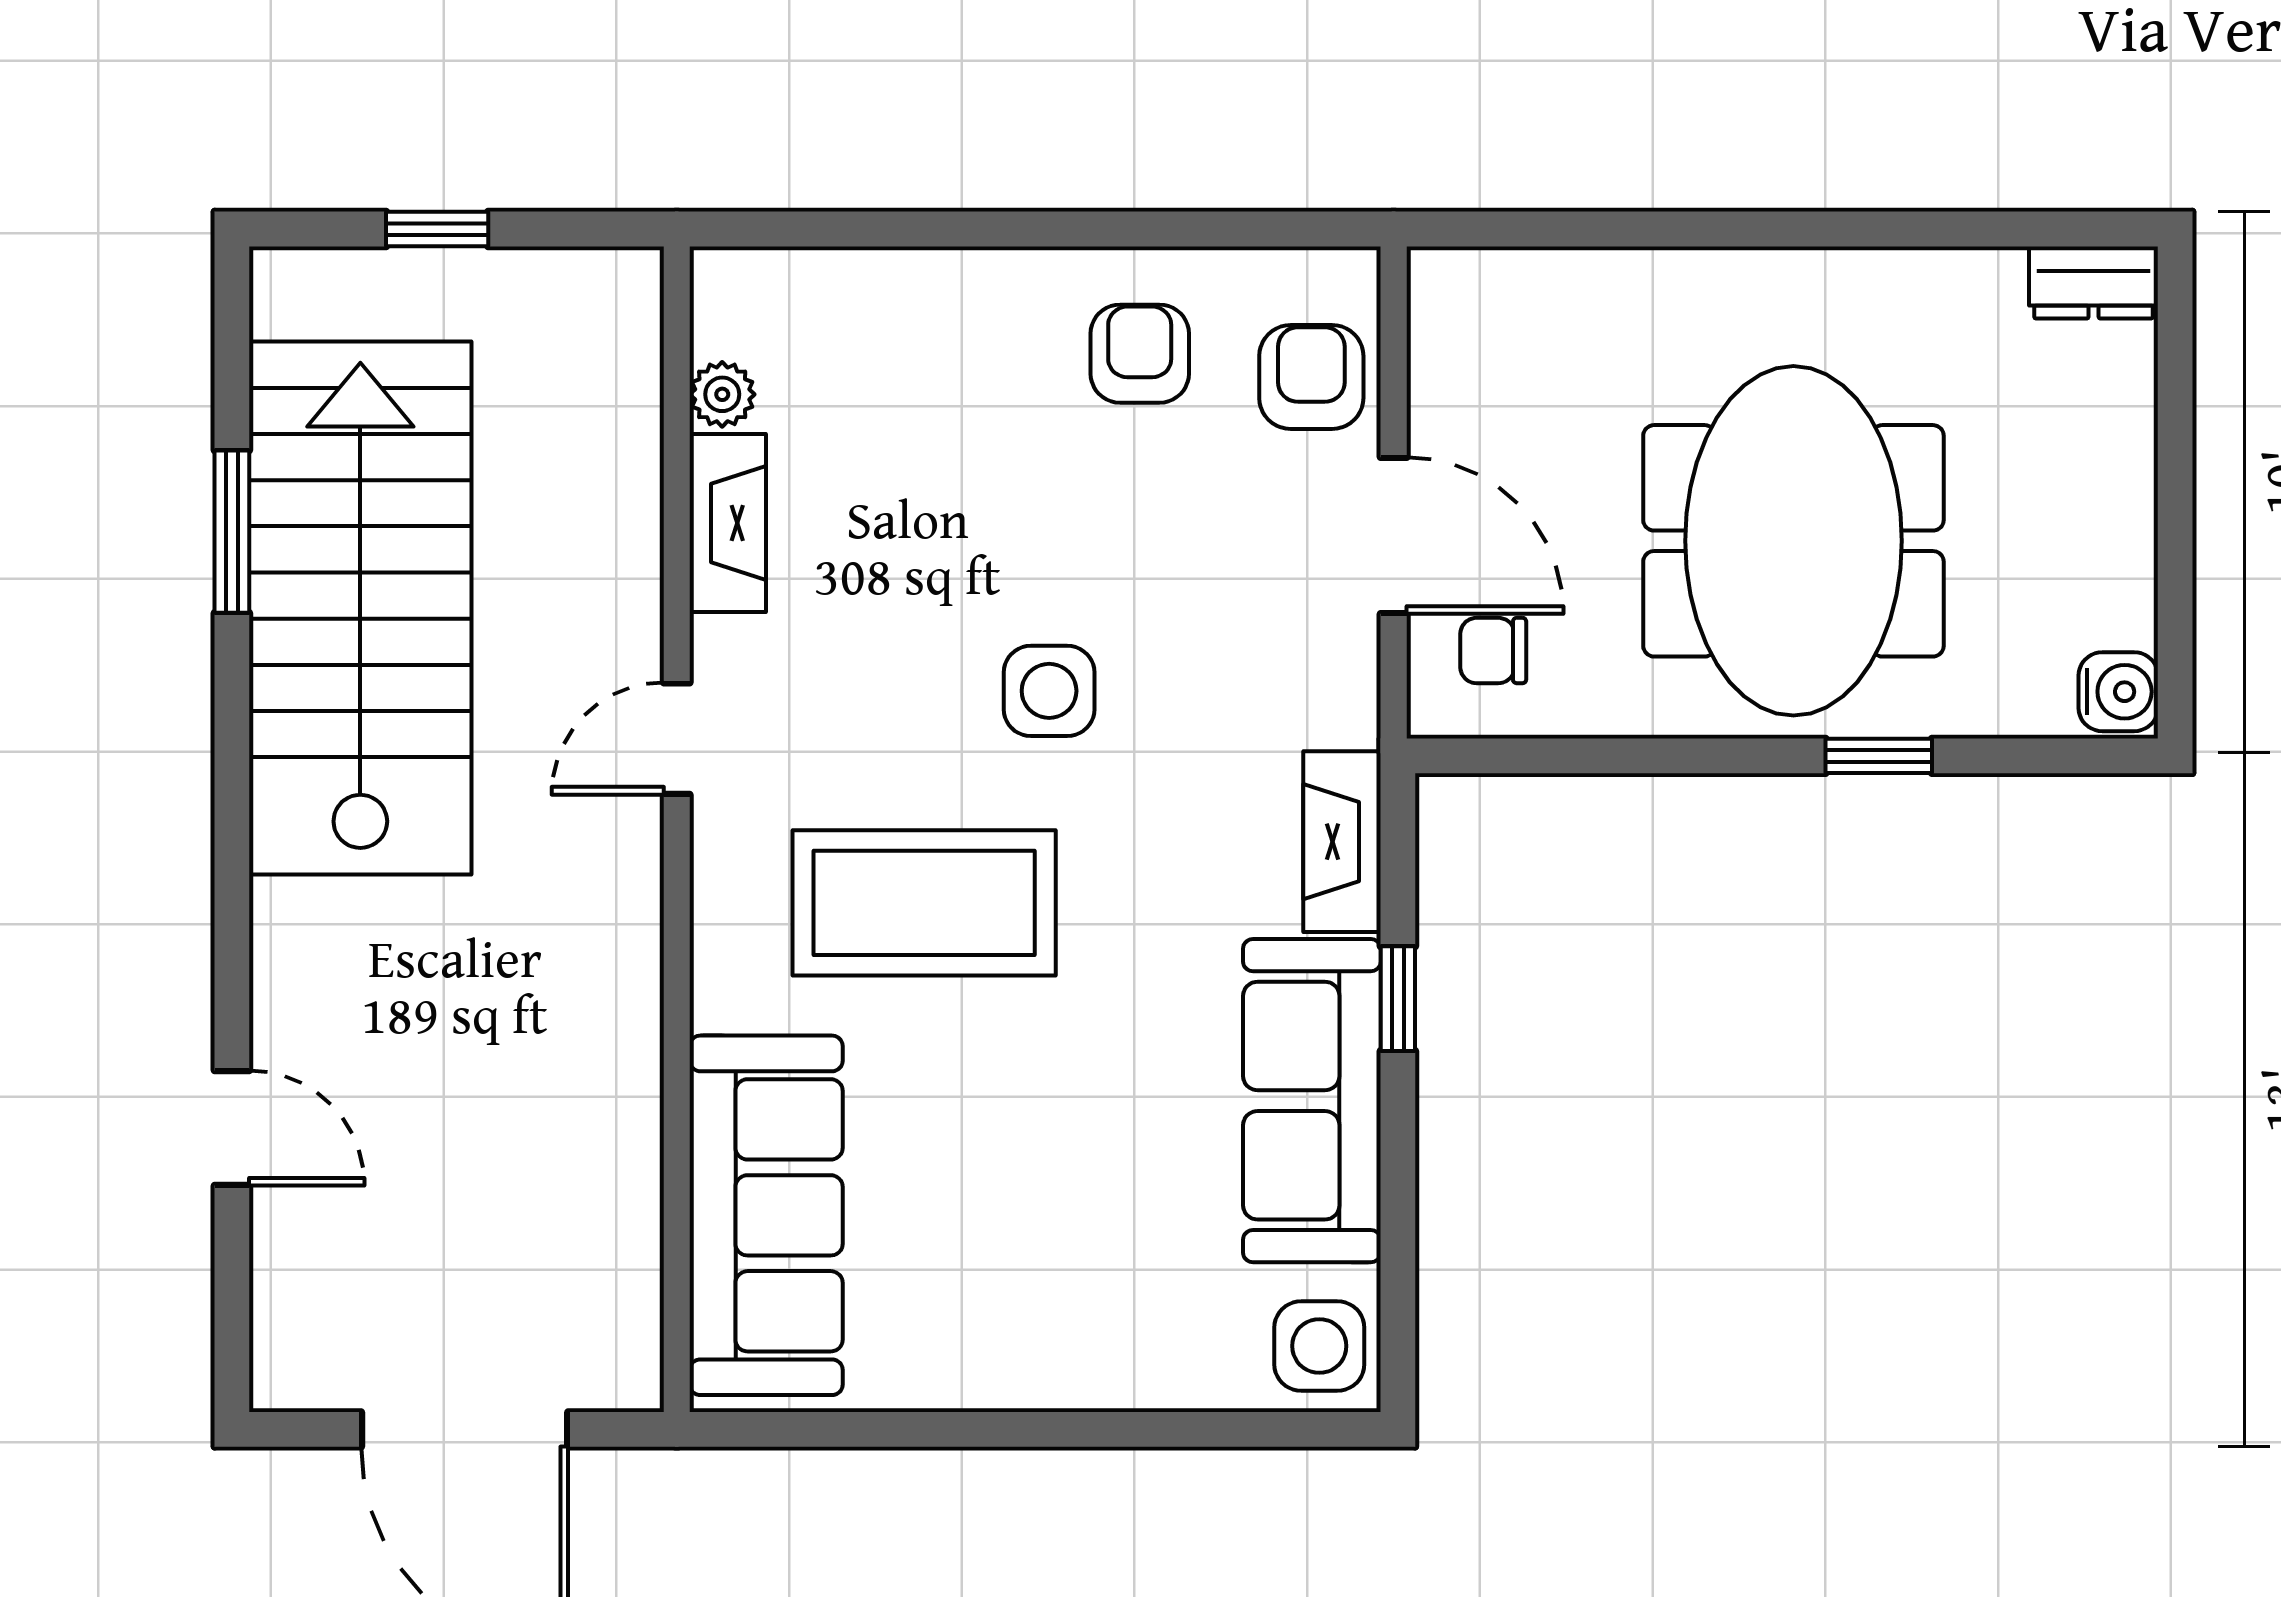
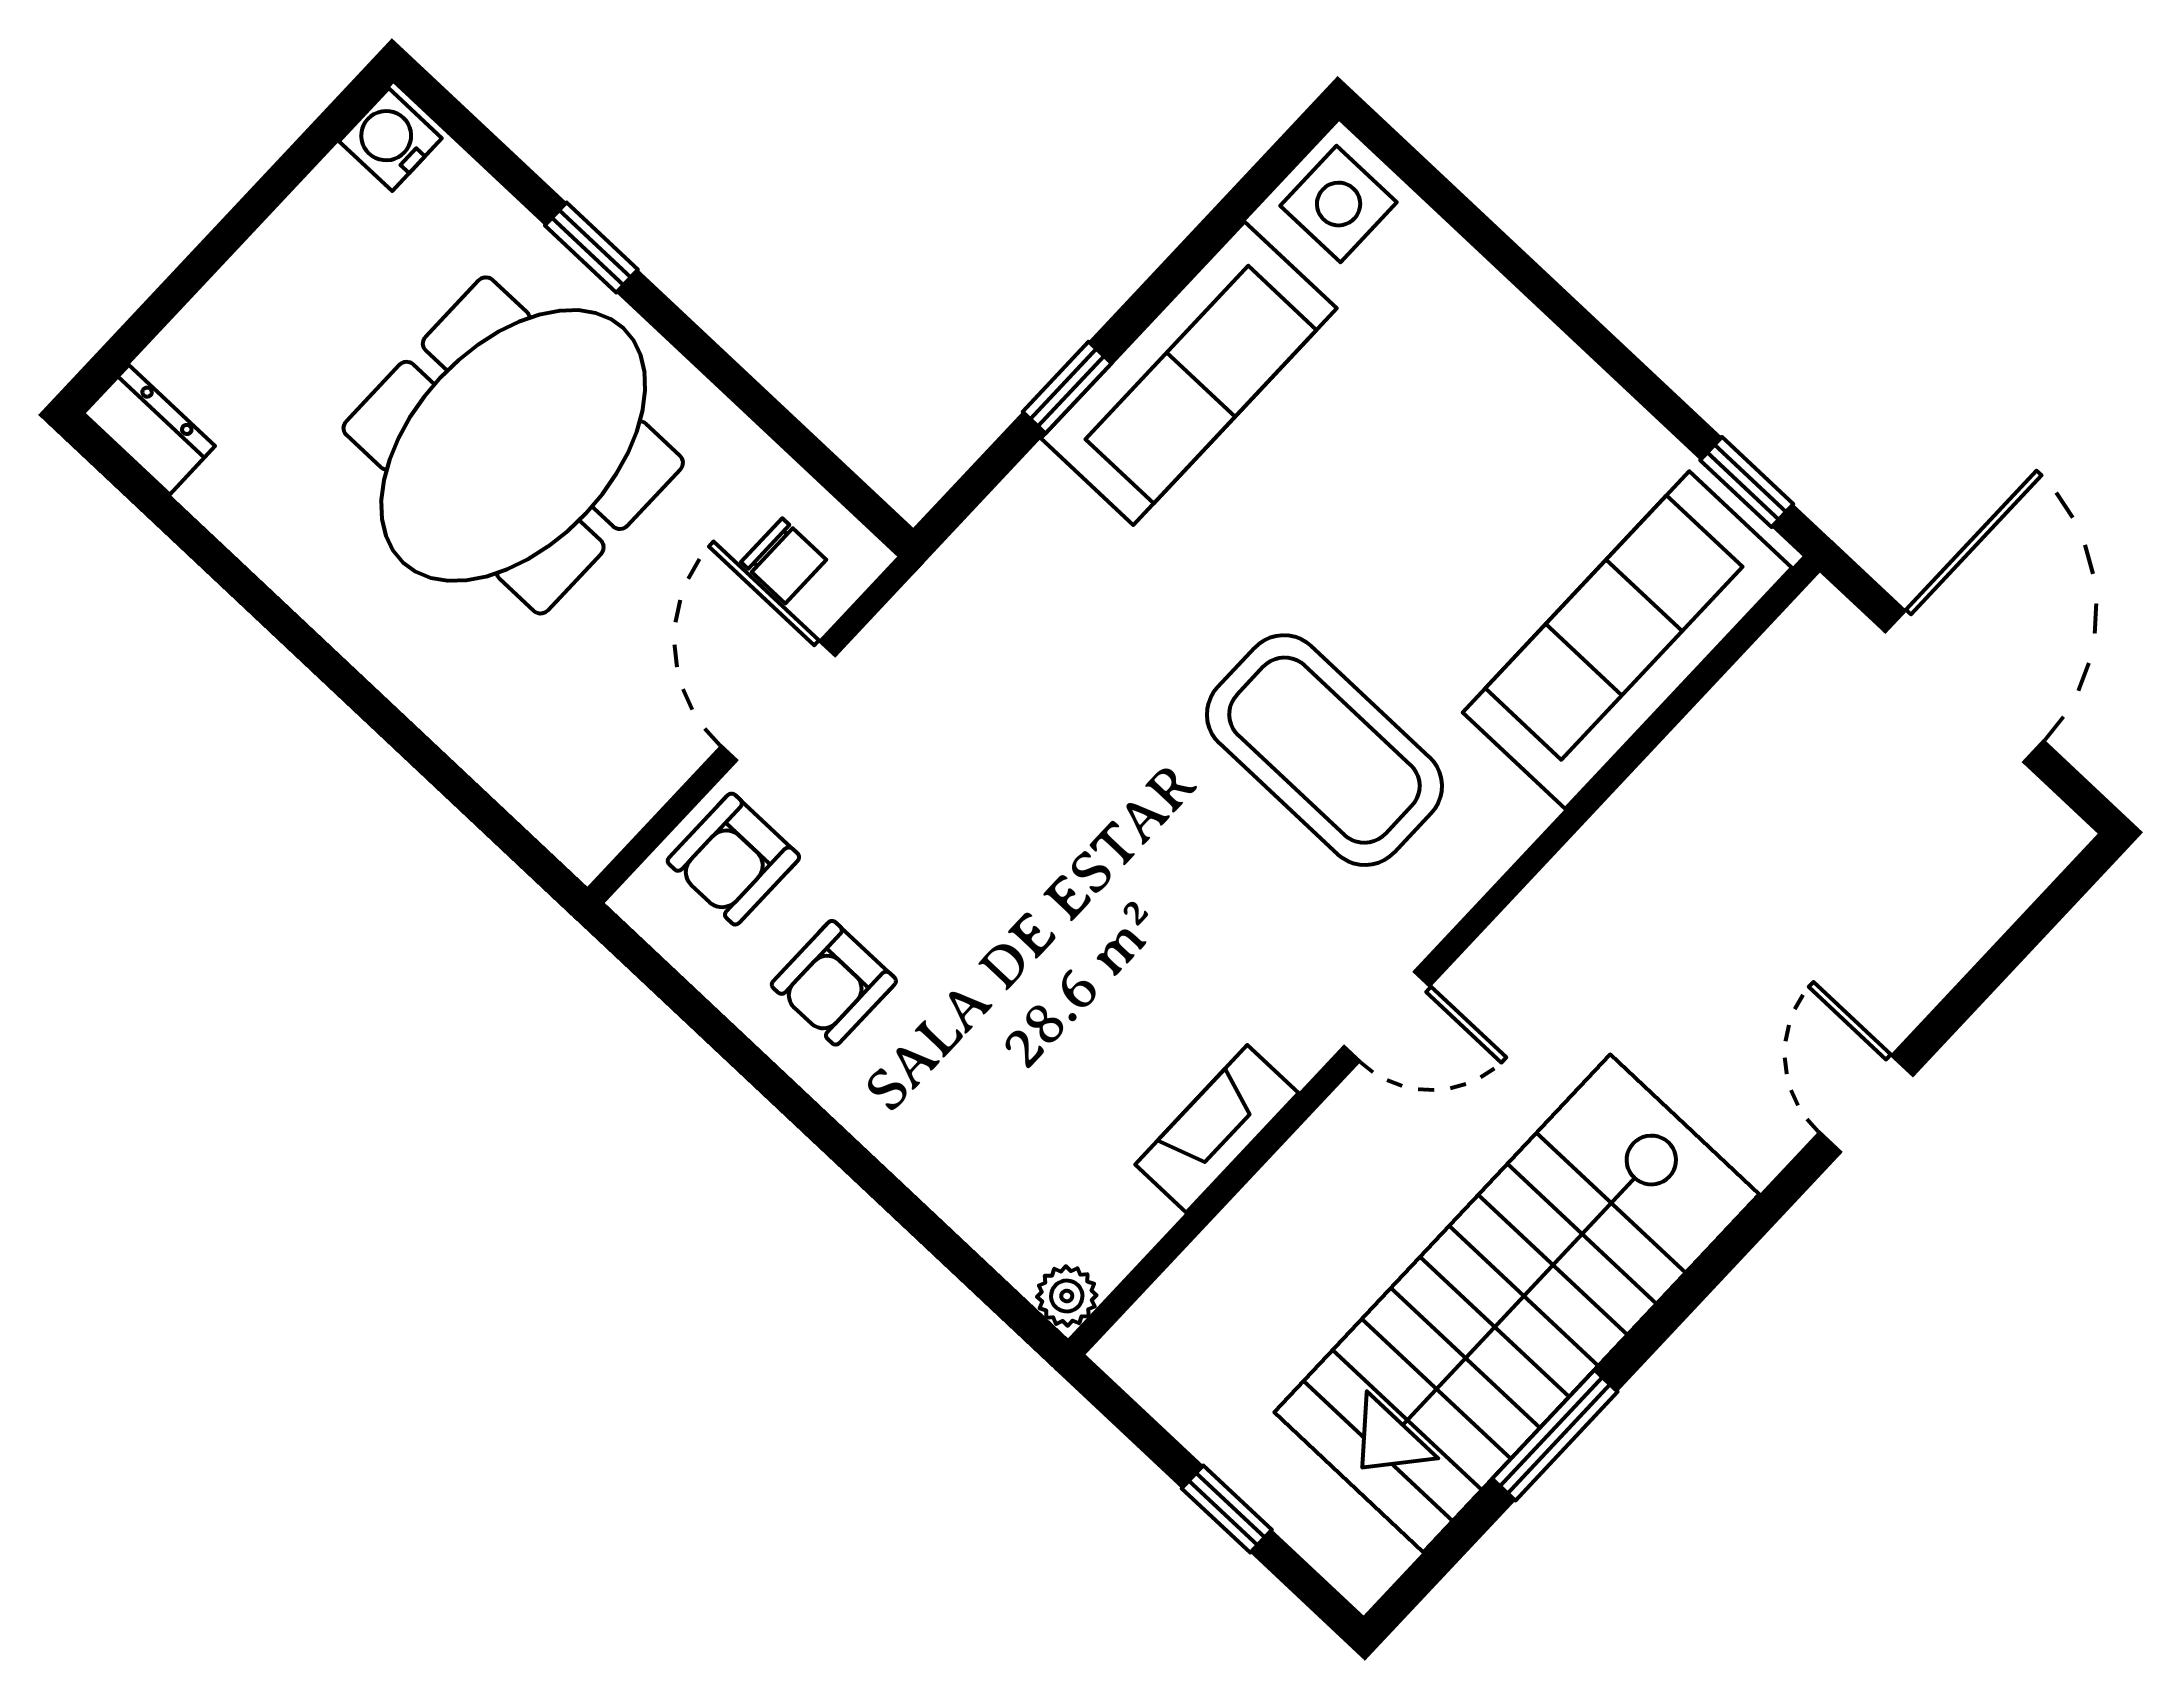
plant: (722, 394) -> (1067, 1296), moved
side table: (1049, 691) -> (1107, 814), removed
fireplace: (1342, 842) -> (1006, 528), removed
door: (232, 1128) -> (1866, 1104), moved
window: (789, 1429) -> (1747, 482), added

